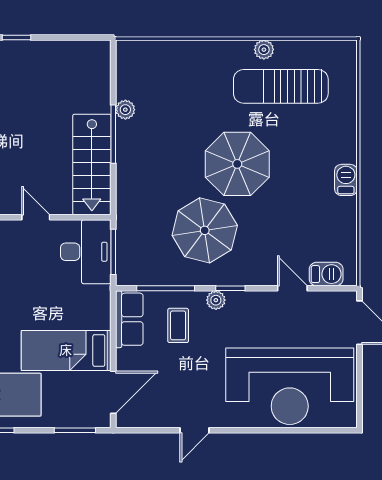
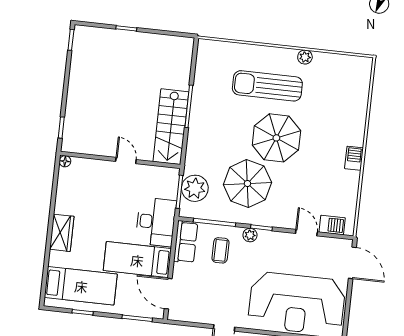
sun lounger: (281, 86) -> (267, 86), moved
plant: (125, 110) -> (195, 188), moved, width x1.88, depth x1.88
desk: (86, 252) -> (156, 222), moved
door: (113, 392) -> (168, 294), swing flipped

